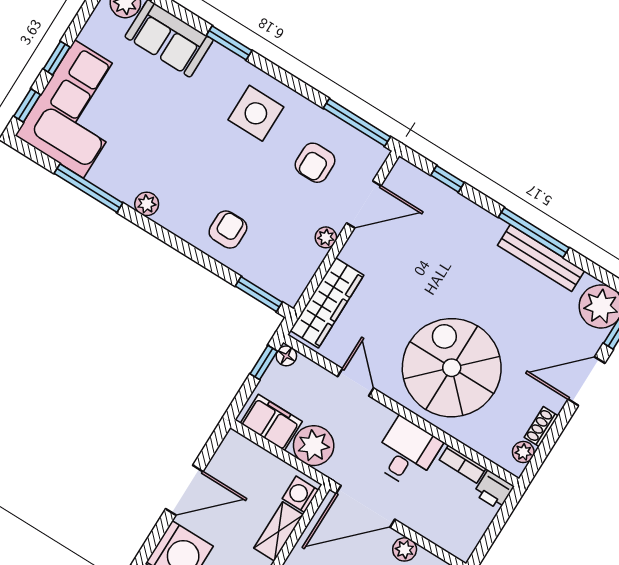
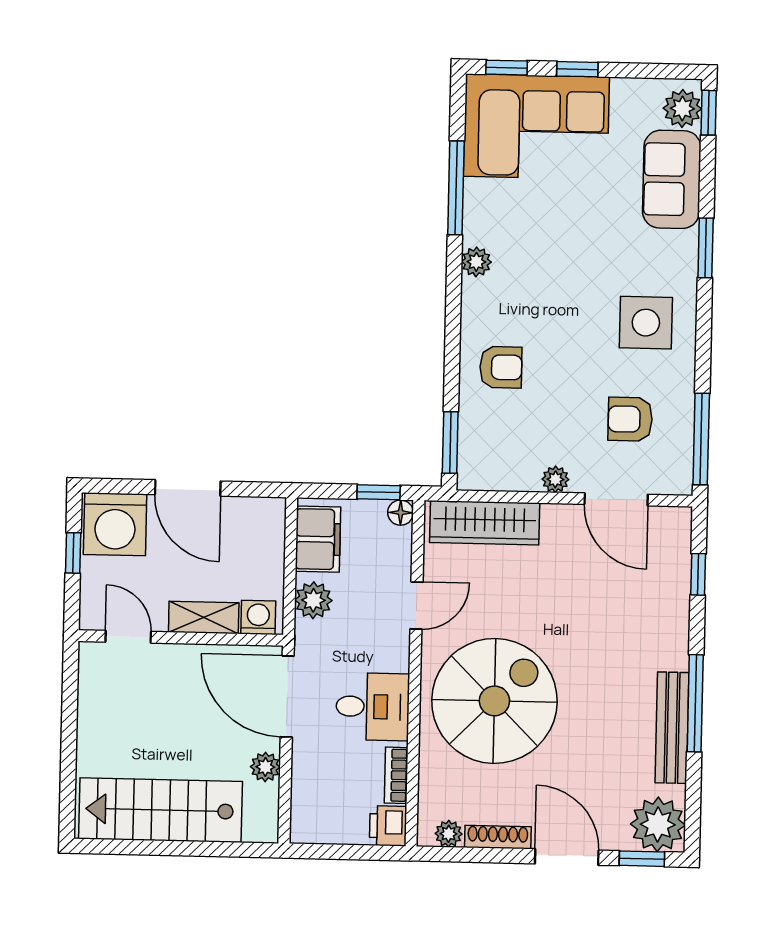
shoe rack: (541, 427) -> (498, 837), width x1.43
plant: (314, 446) -> (313, 600), width x0.73, depth x0.73

